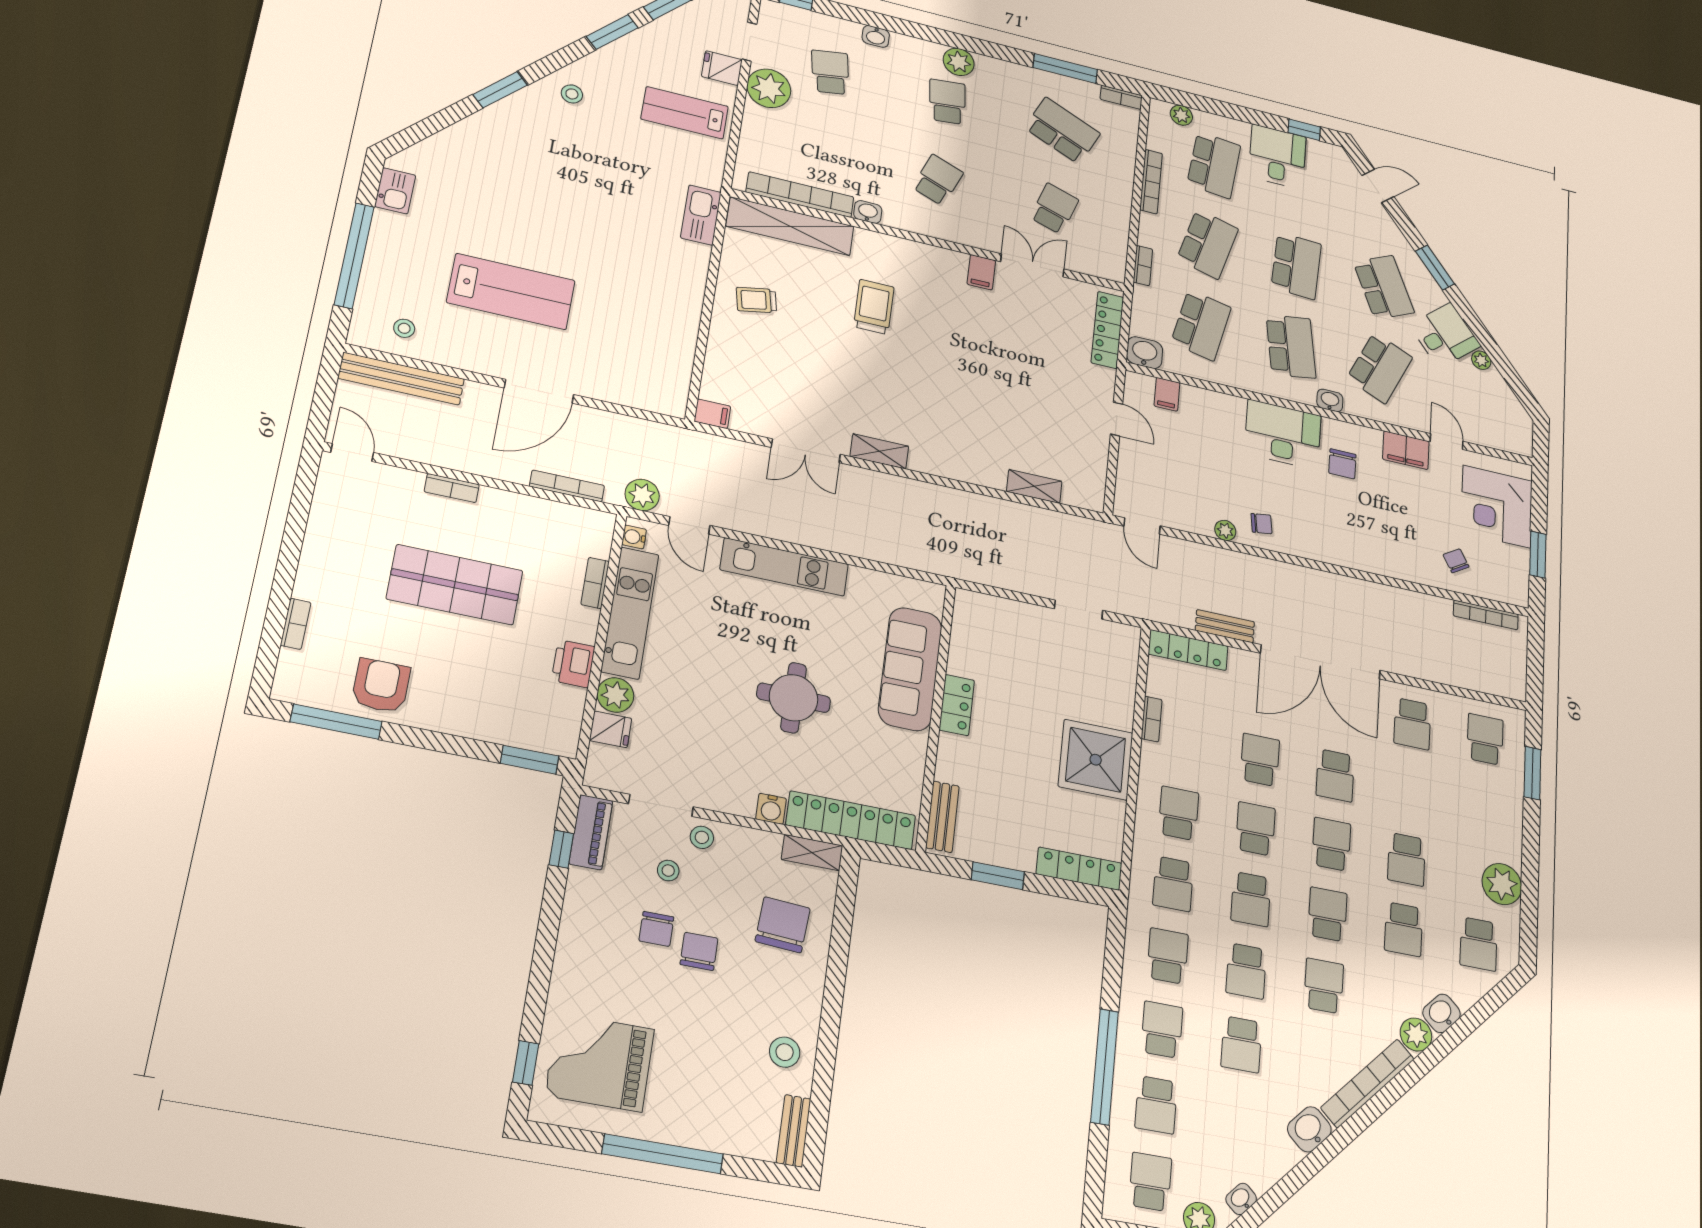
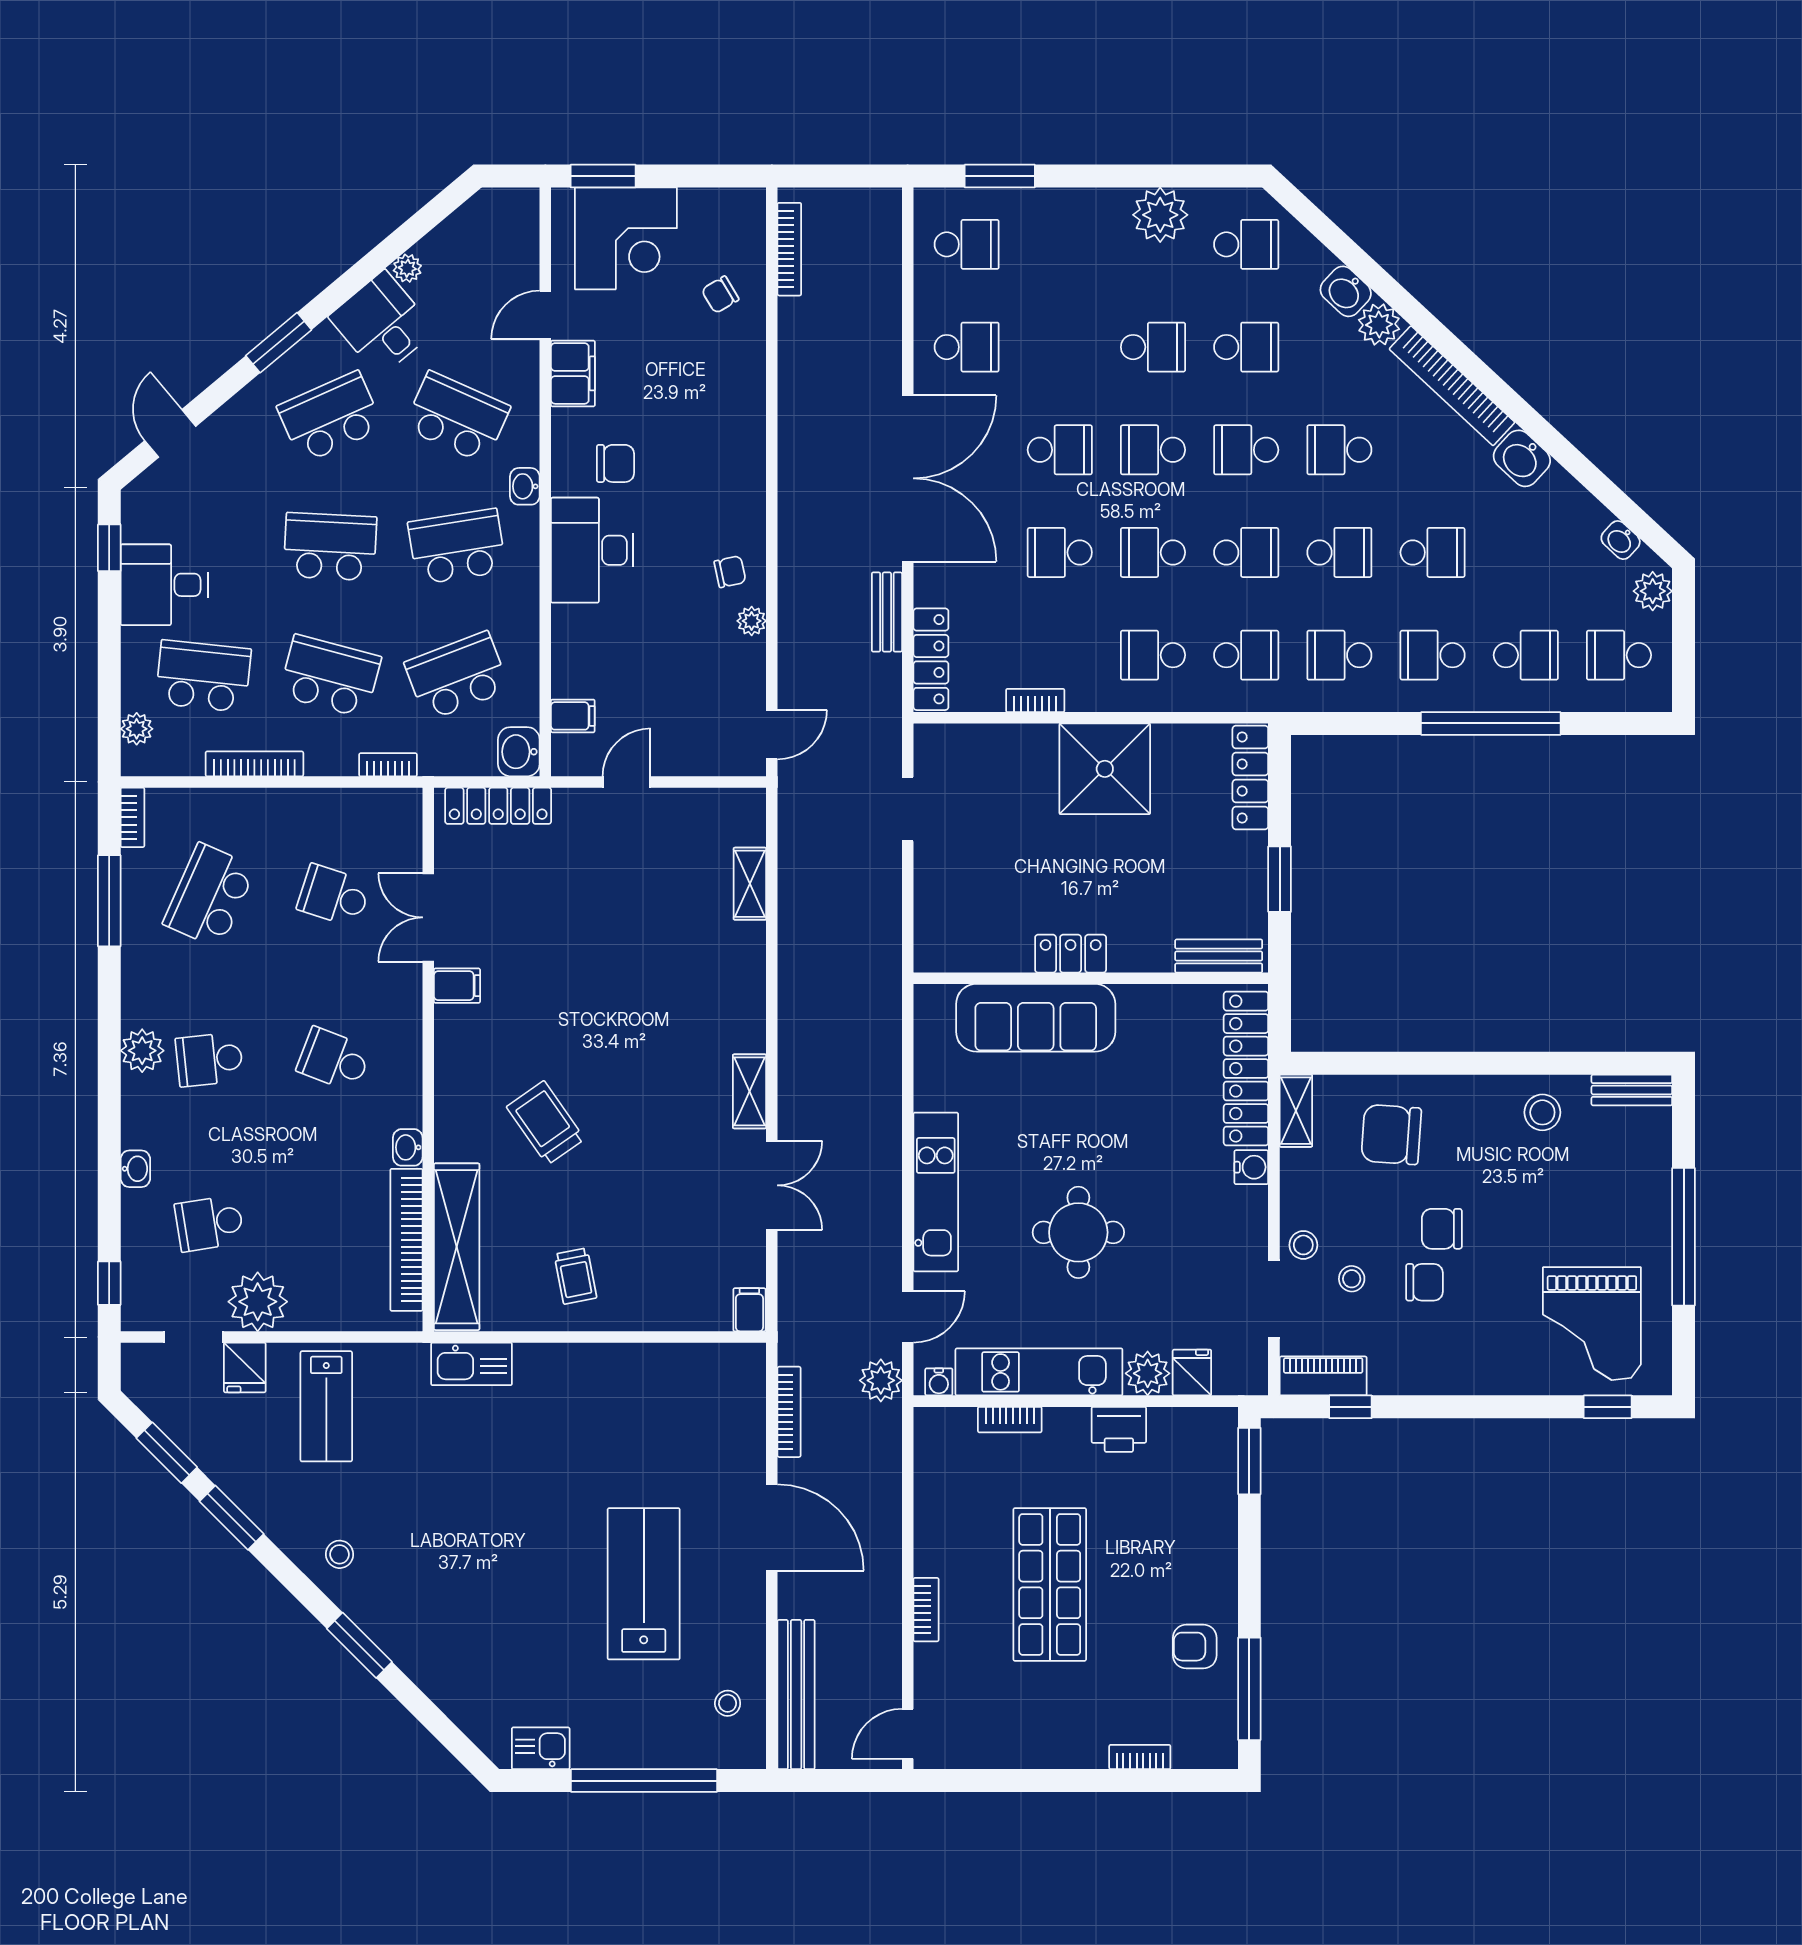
trolley: (874, 307) -> (546, 1123), turned 55
school desk: (1201, 325) -> (457, 676), turned -33
bookcase: (567, 486) -> (789, 1412), moved, turned 180
chair: (1262, 524) -> (730, 572), turned 86
window: (1538, 555) -> (603, 176), moved
armchair: (381, 686) -> (1195, 1647), width x0.72, depth x0.72
round table: (794, 698) -> (1078, 1232), moved
school desk: (1485, 739) -> (967, 244), turned 180

